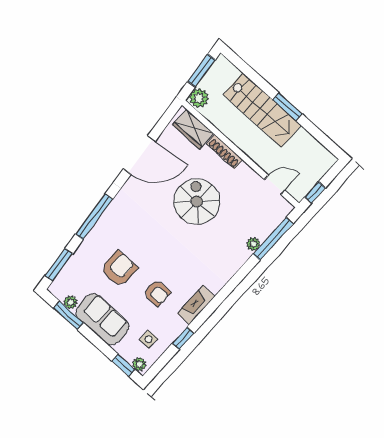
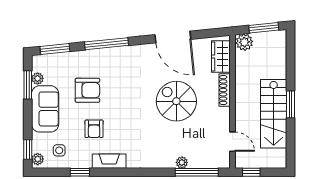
stairs: (262, 110) -> (274, 114), moved
spiral stairs: (197, 201) -> (176, 101), turned -90

